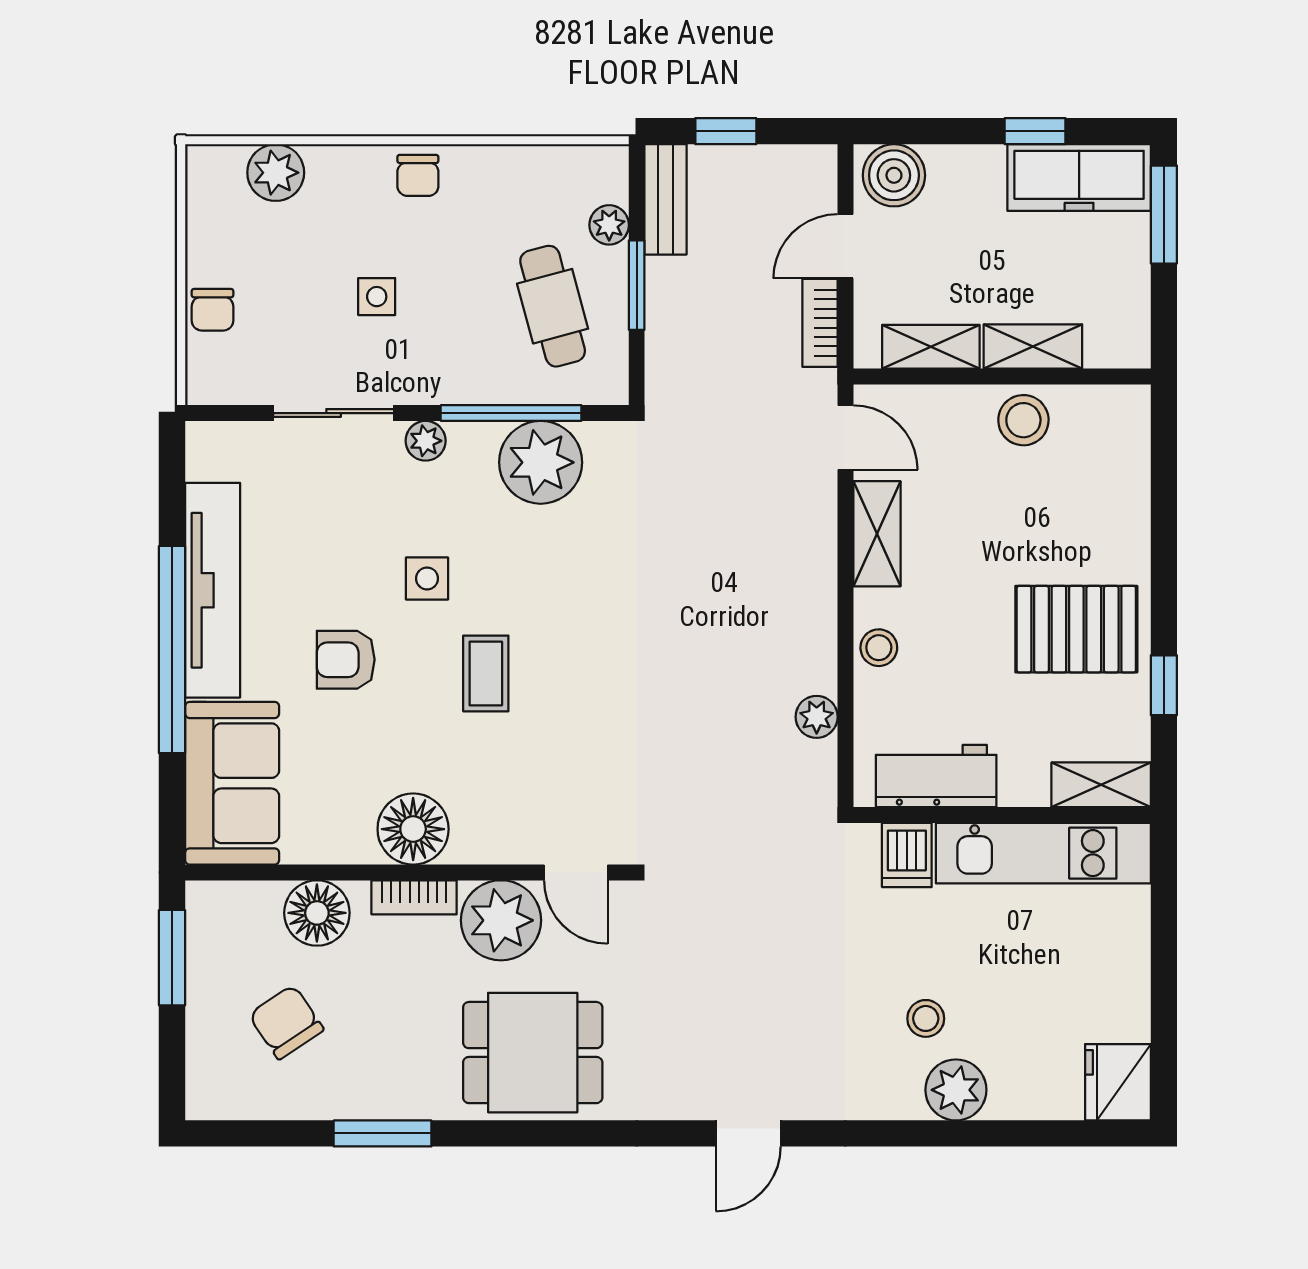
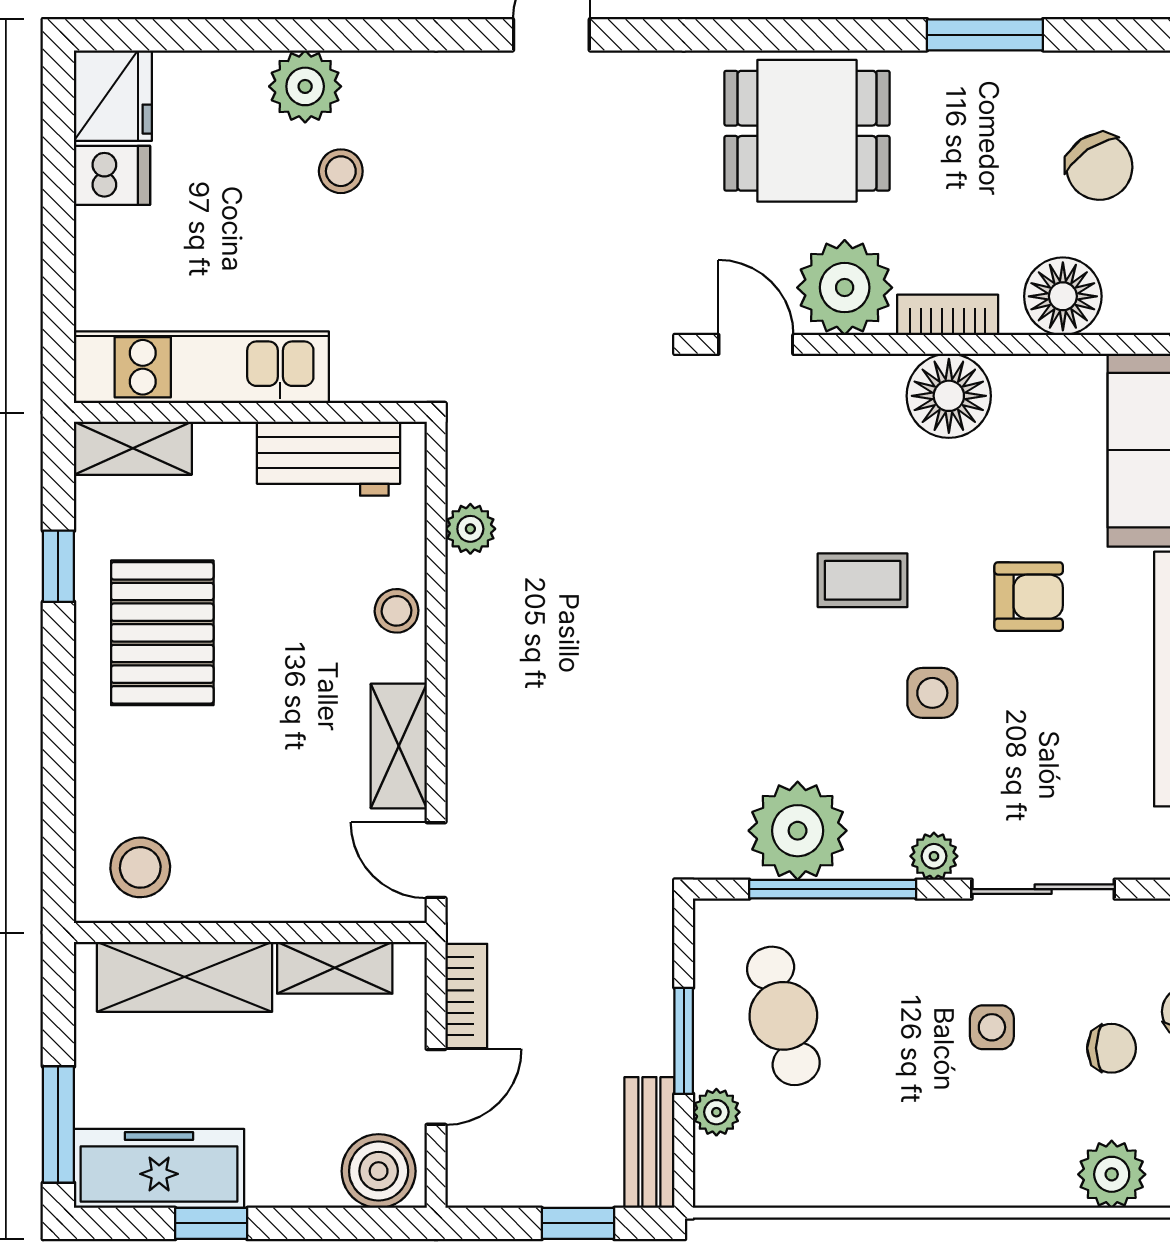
chair: (418, 175) -> (1112, 1048), moved, turned 90
shelving: (1033, 346) -> (185, 977), width x1.50, depth x1.33
stool: (1023, 420) -> (140, 867), moved
pallet: (1076, 629) -> (162, 633), turned 90
coffee table: (486, 673) -> (863, 580), turned 90
dishwasher: (907, 855) -> (112, 175), moved, turned 90

